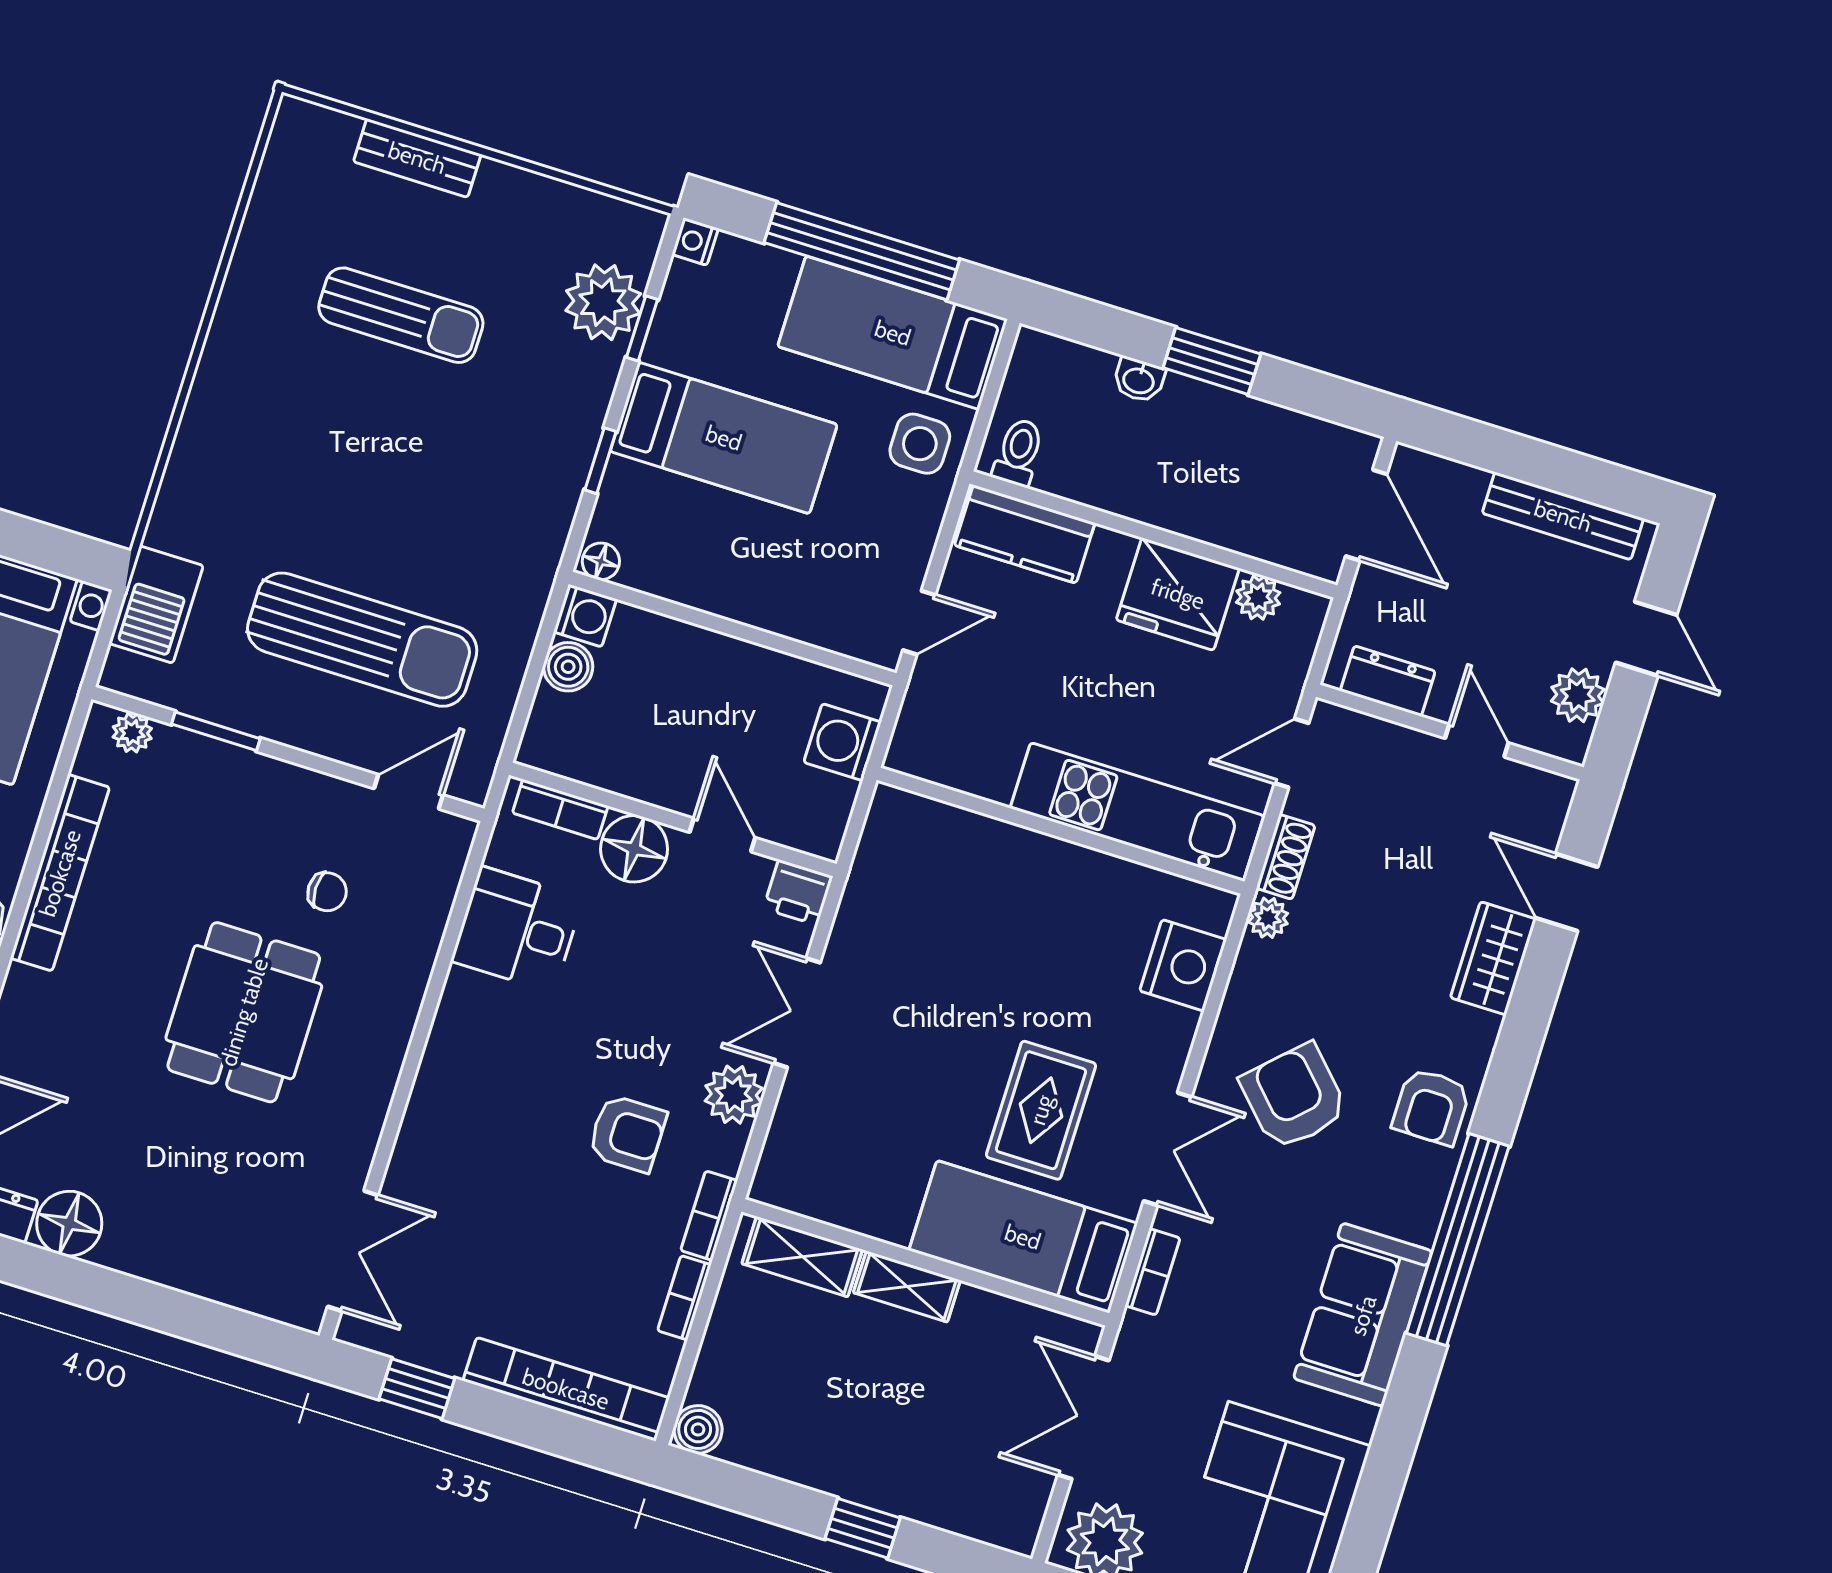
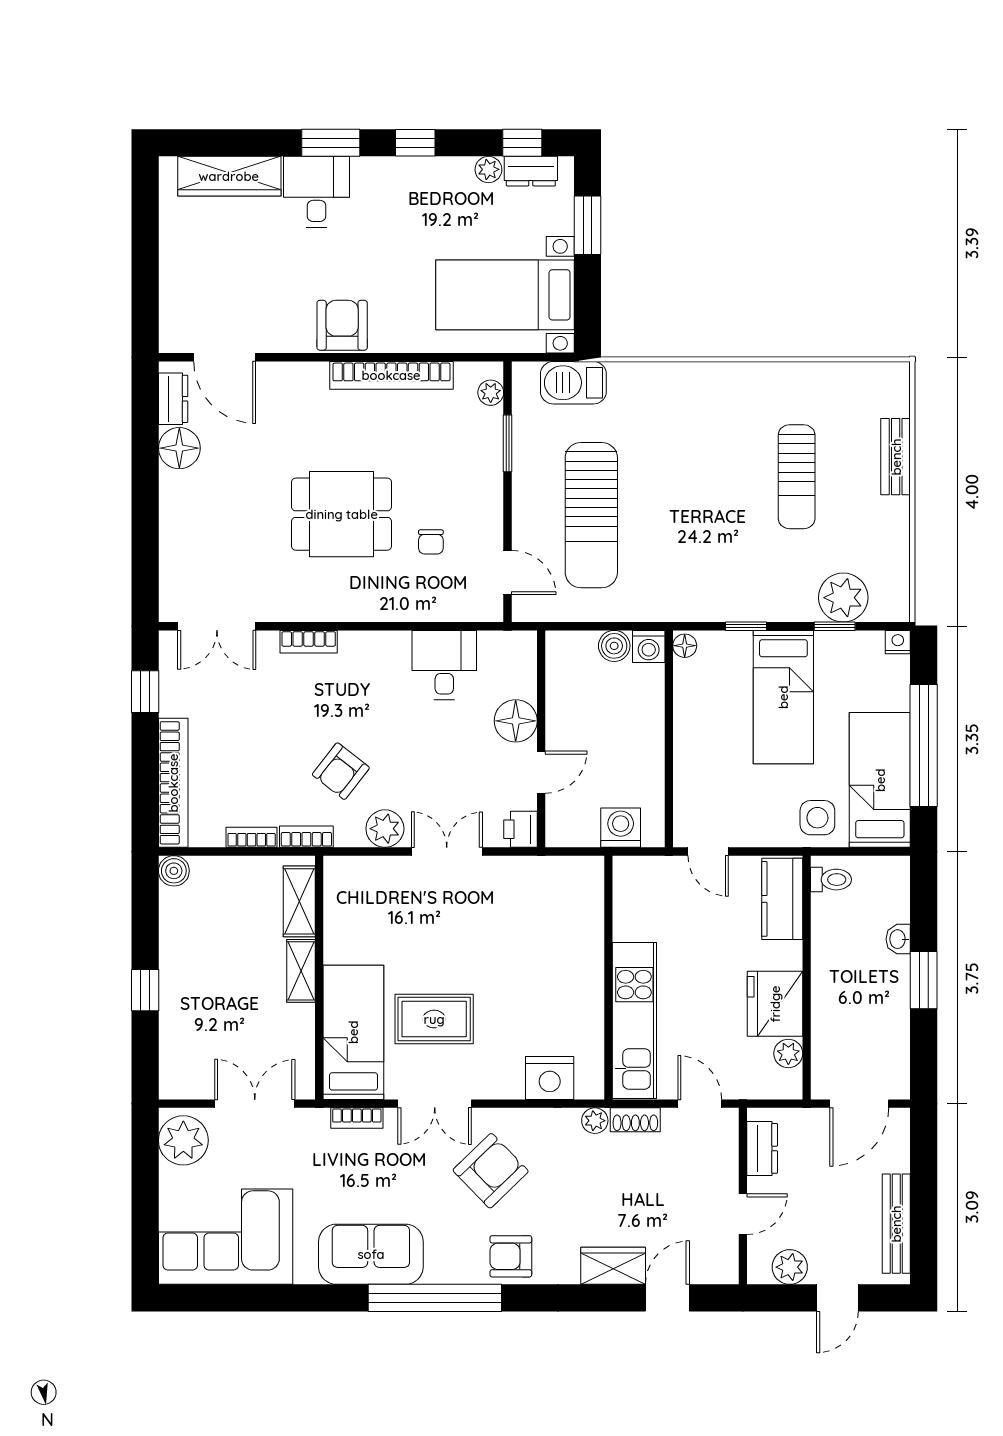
bookcase: (560, 809) -> (309, 642), moved, turned -90
armchair: (627, 1133) -> (341, 771), turned 38

